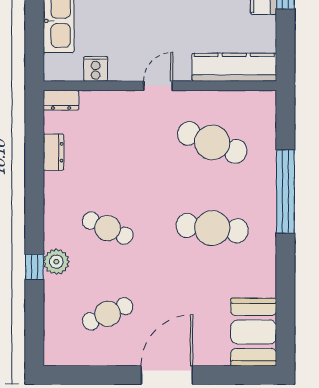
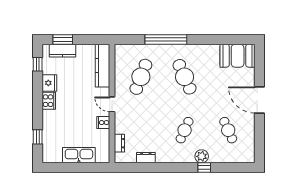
cooker: (96, 69) -> (103, 123), moved
dresser: (61, 100) -> (119, 143), moved
cafe table: (212, 228) -> (185, 77), turned -30

